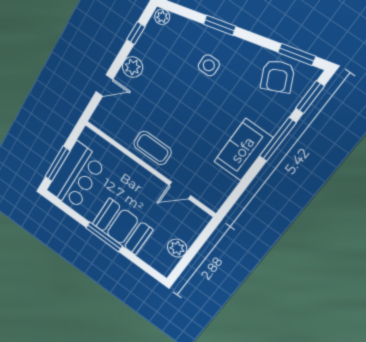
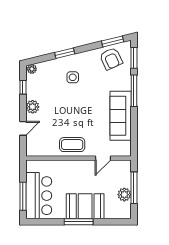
sofa: (243, 150) -> (121, 116), width x1.36
window: (194, 249) -> (134, 188), added

